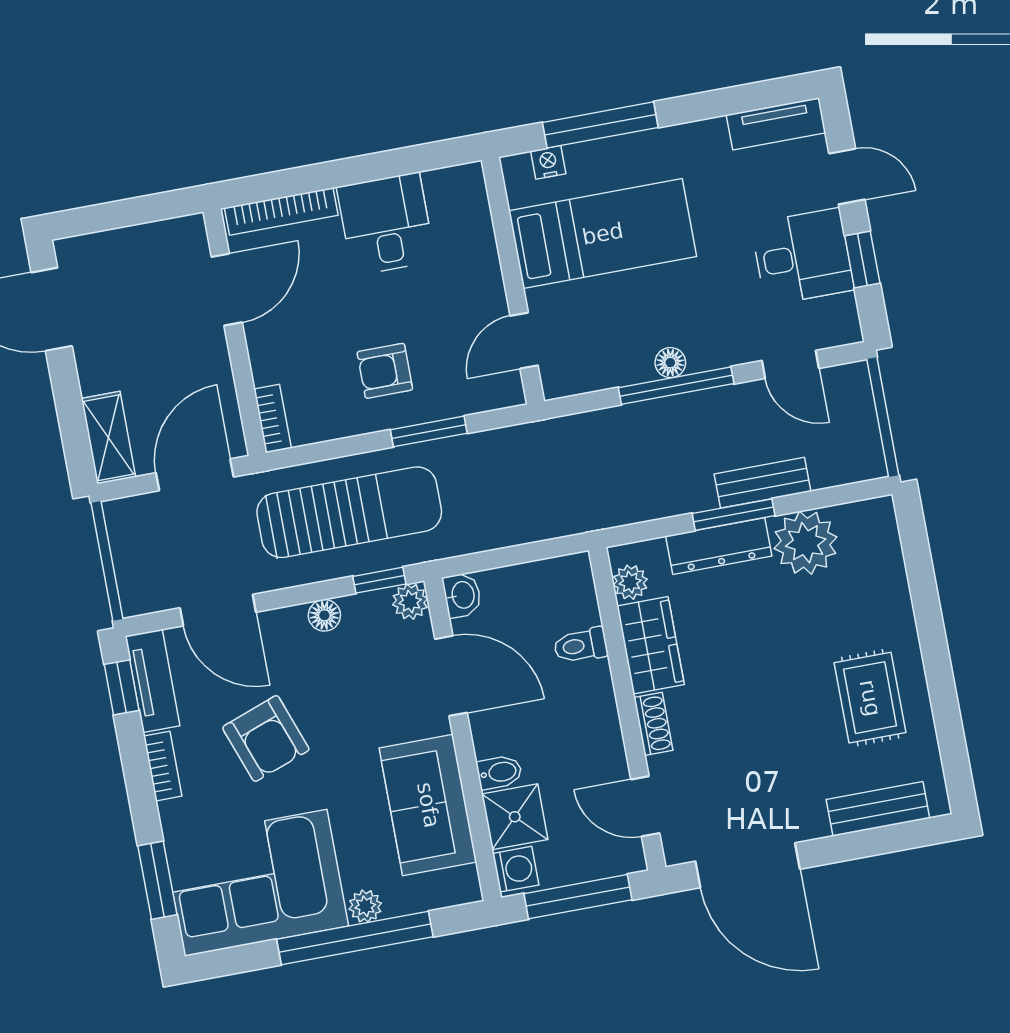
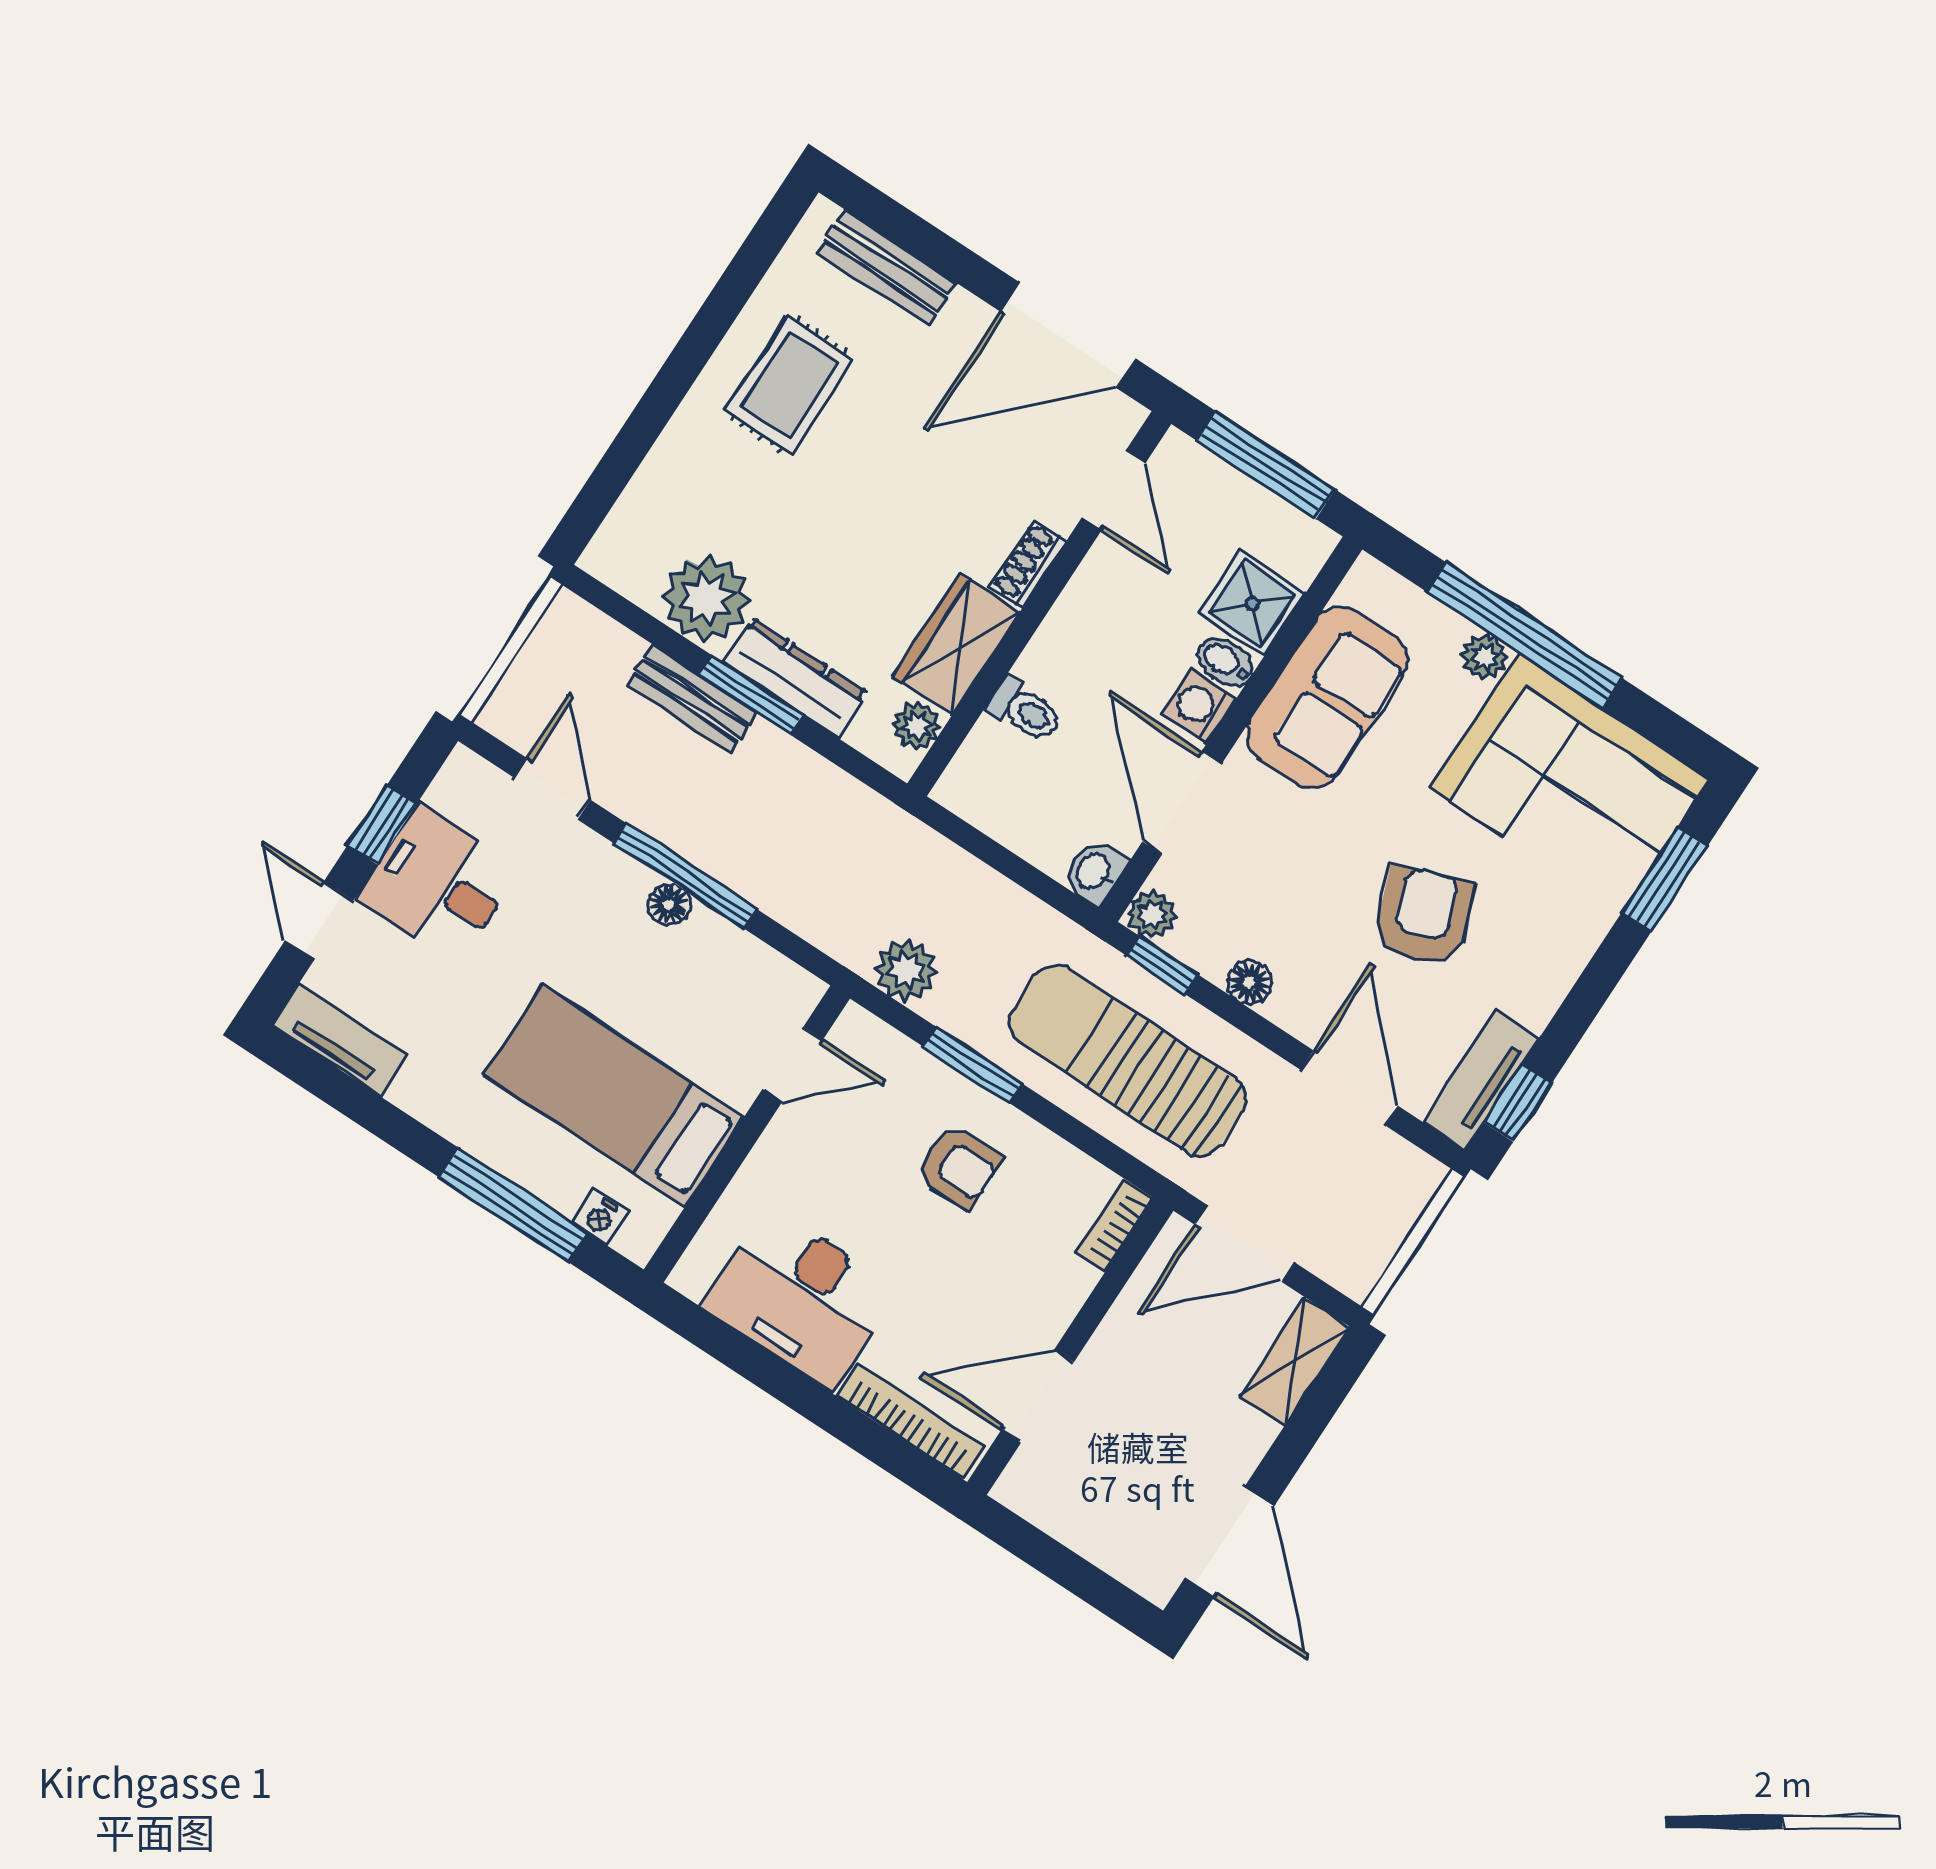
desk: (386, 224) -> (801, 1298), width x1.37
plant: (512, 448) -> (906, 970), added
bookcase: (163, 766) -> (1552, 986), removed
door: (748, 865) -> (1068, 335), swing flipped
washing machine: (516, 869) -> (1199, 706), moved

